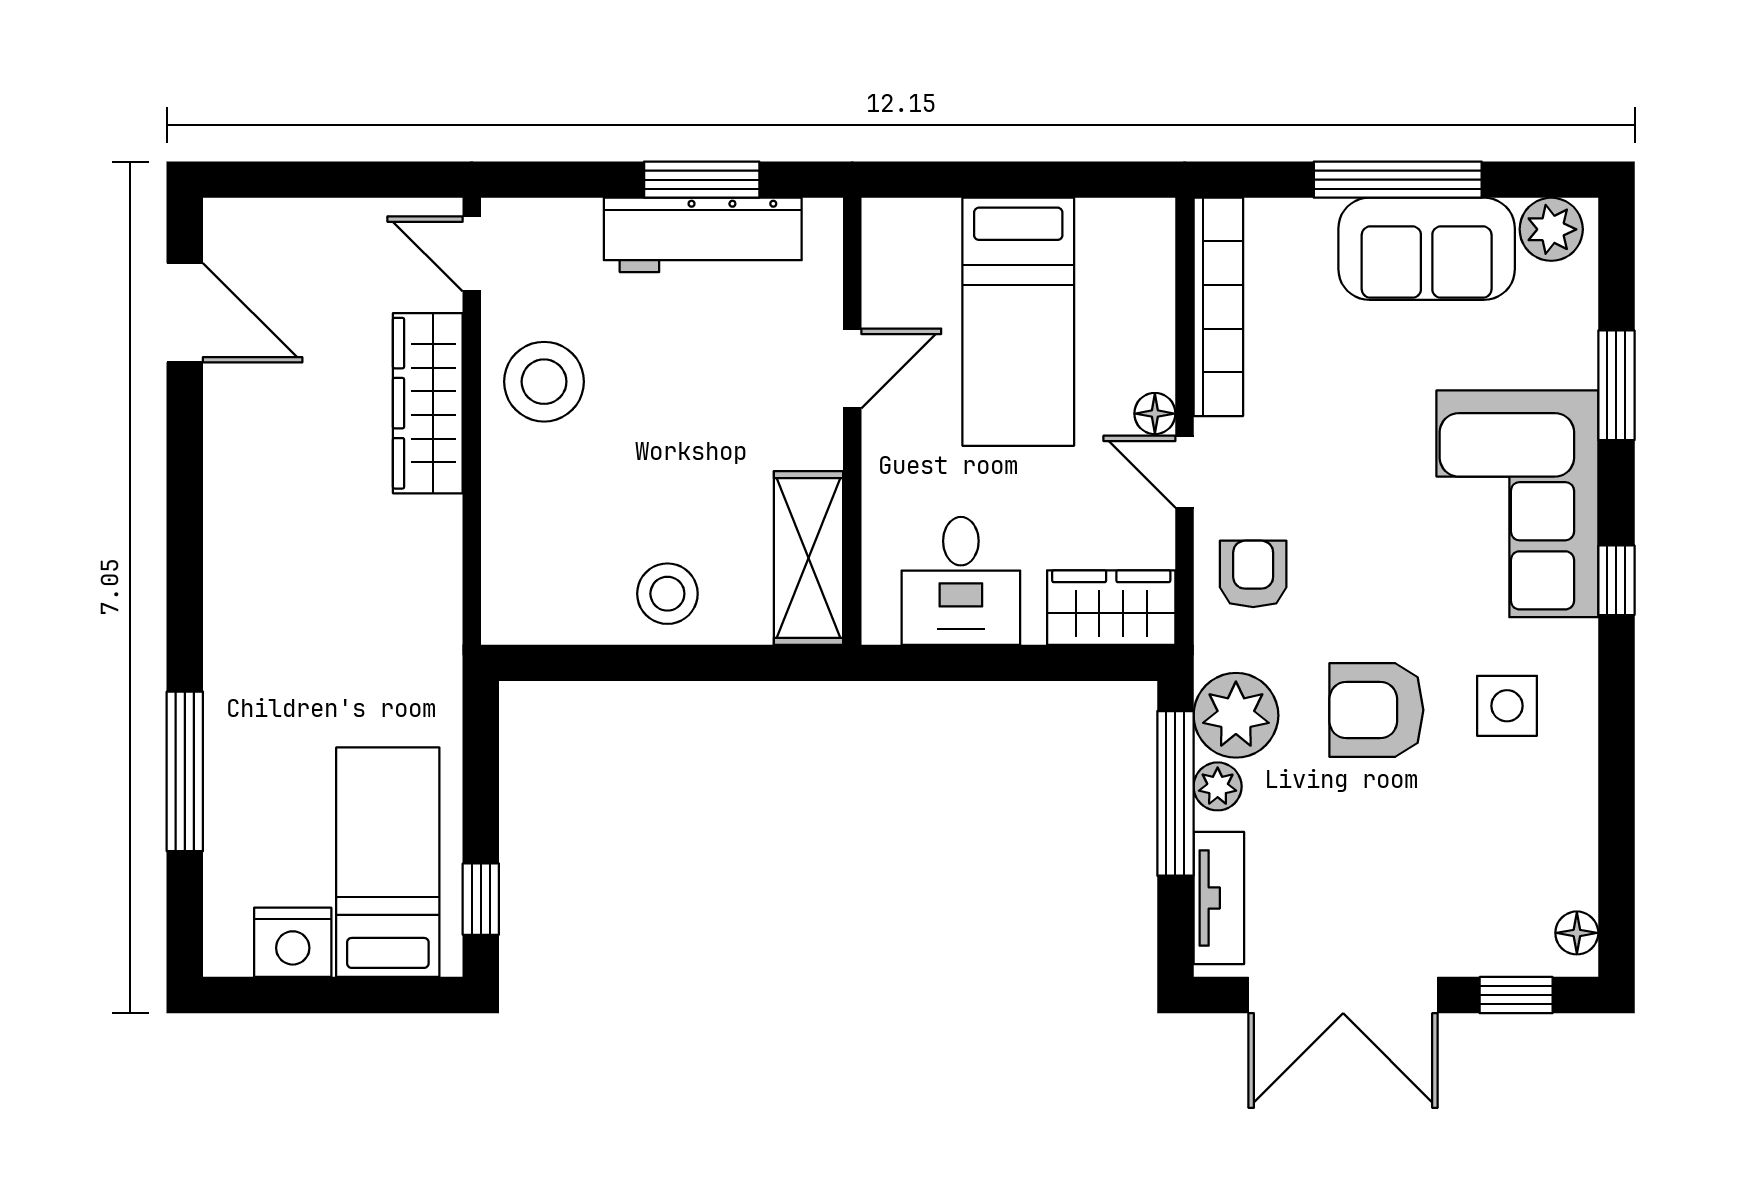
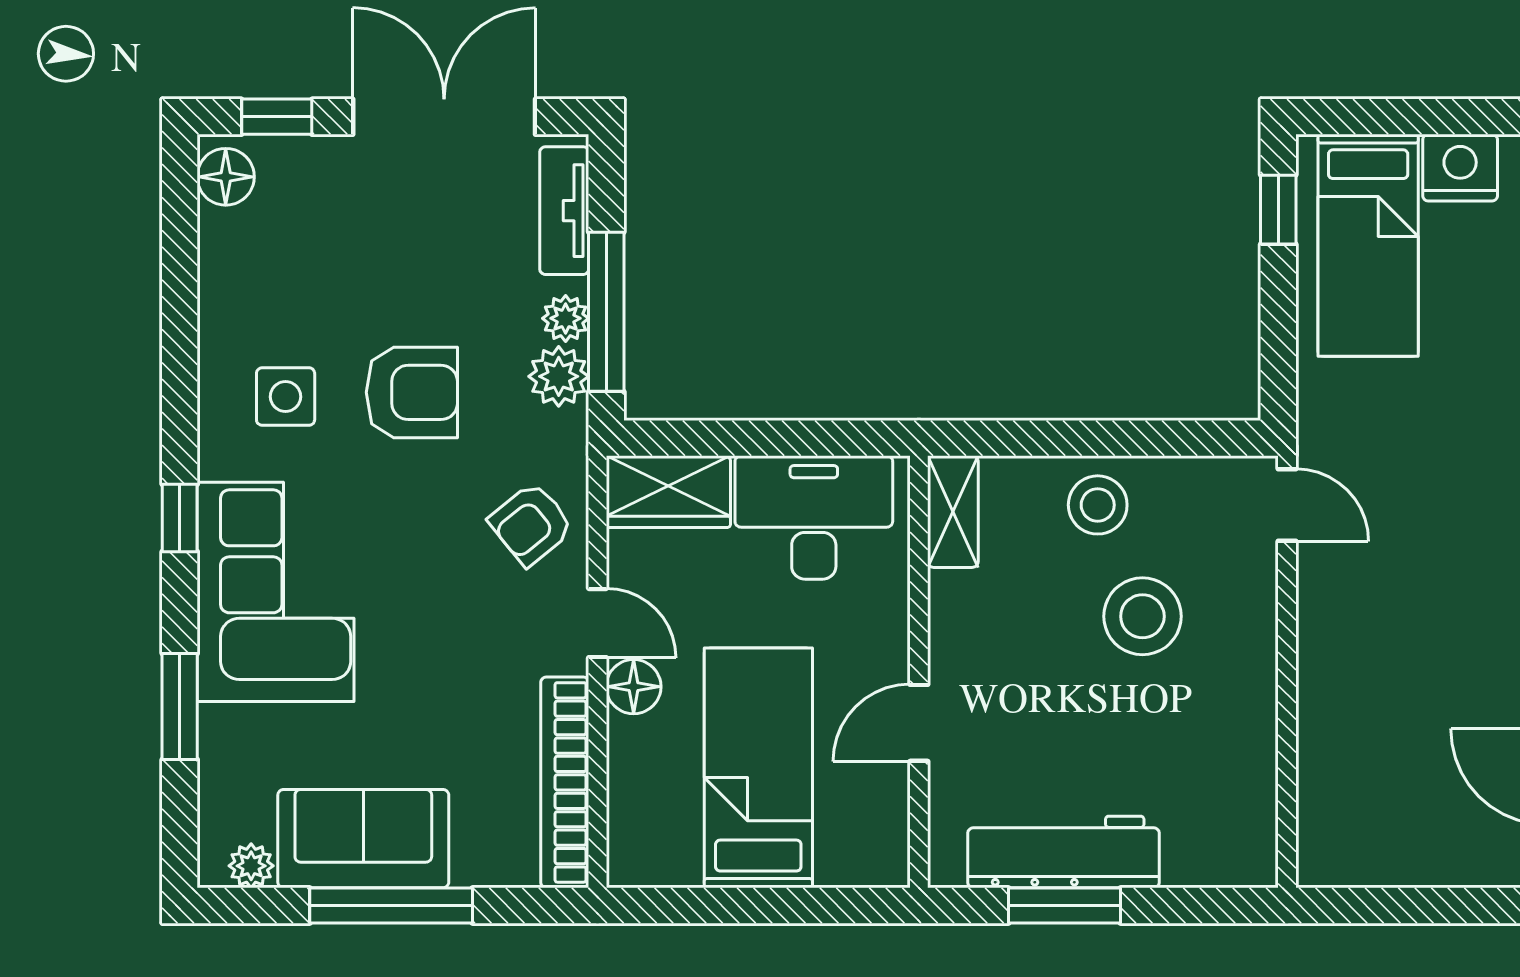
plant: (1551, 229) -> (251, 866), width x0.73, depth x0.73
door: (472, 254) -> (1287, 505), moved
stool: (544, 382) -> (1142, 616), moved
wardrobe: (428, 403) -> (1329, 689), removed
floor lamp: (1155, 414) -> (634, 687), width x1.37, depth x1.37
shelving: (808, 558) -> (953, 512), width x0.67, depth x0.75
armchair: (1253, 574) -> (531, 524), turned 51
desk: (961, 581) -> (814, 517), width x1.37
plant: (1236, 715) -> (559, 376), width x0.73, depth x0.73
floor lamp: (1577, 933) -> (226, 177), width x1.37, depth x1.37

